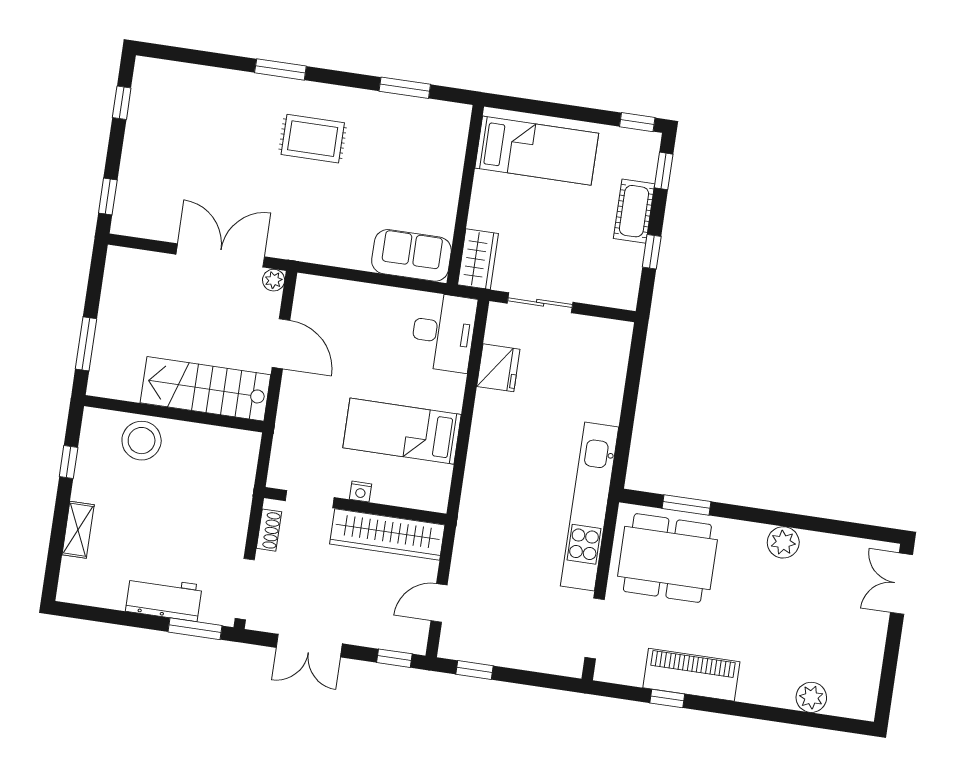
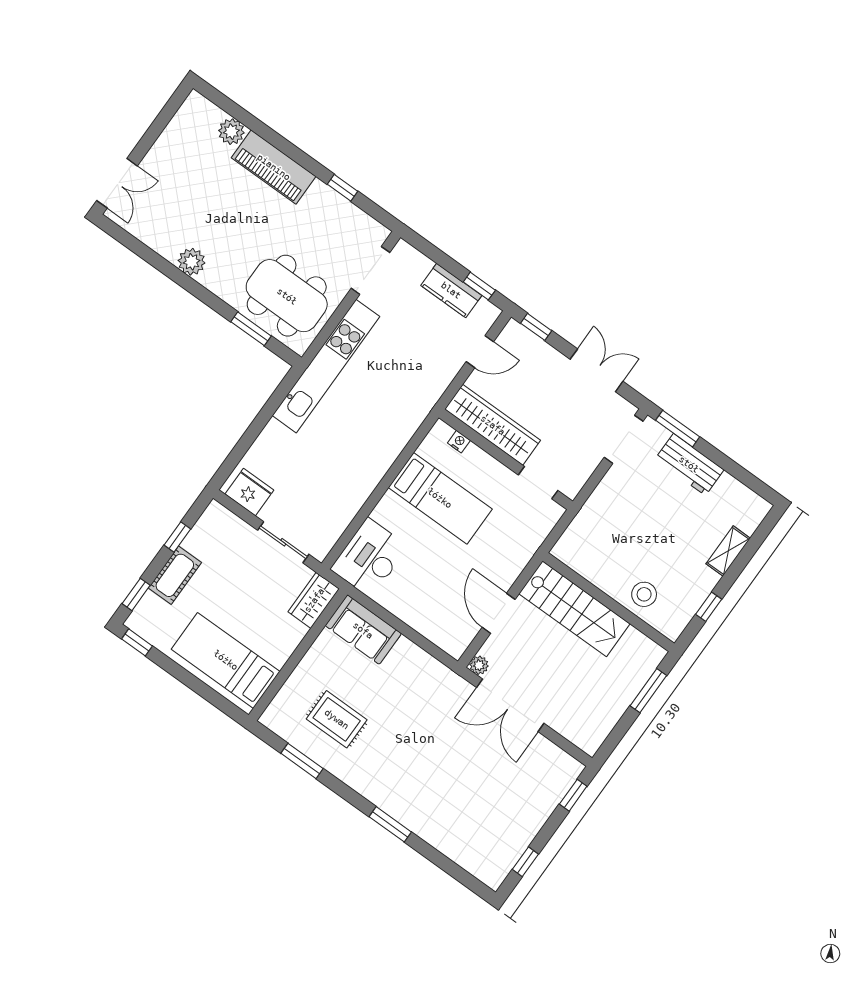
rug: (313, 139) -> (337, 719), moved
fridge: (498, 368) -> (249, 492), moved, turned 90
stool: (142, 441) -> (644, 594), width x0.73, depth x0.73
nightstand: (361, 492) -> (459, 442), moved
shoe rack: (269, 530) -> (582, 475), removed
kitchen counter: (501, 651) -> (451, 290), added
piano: (691, 675) -> (274, 167), moved

